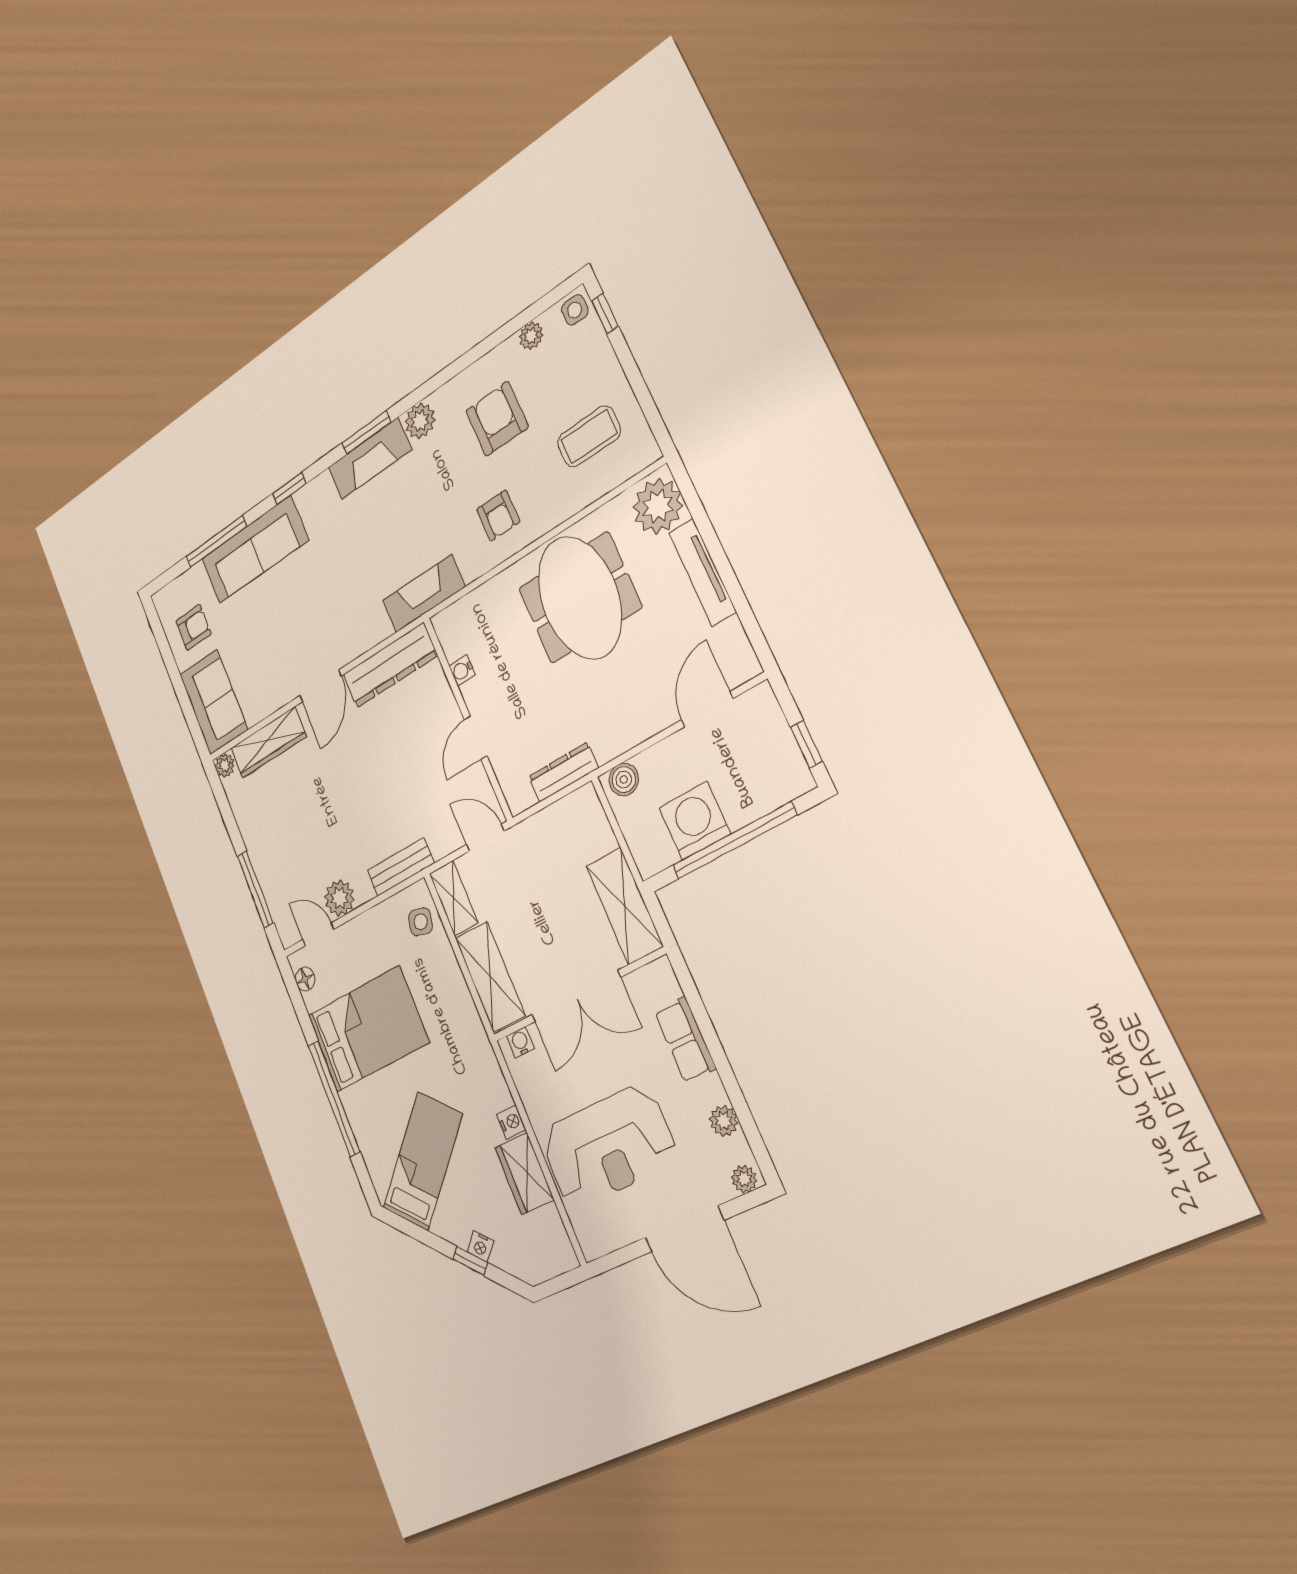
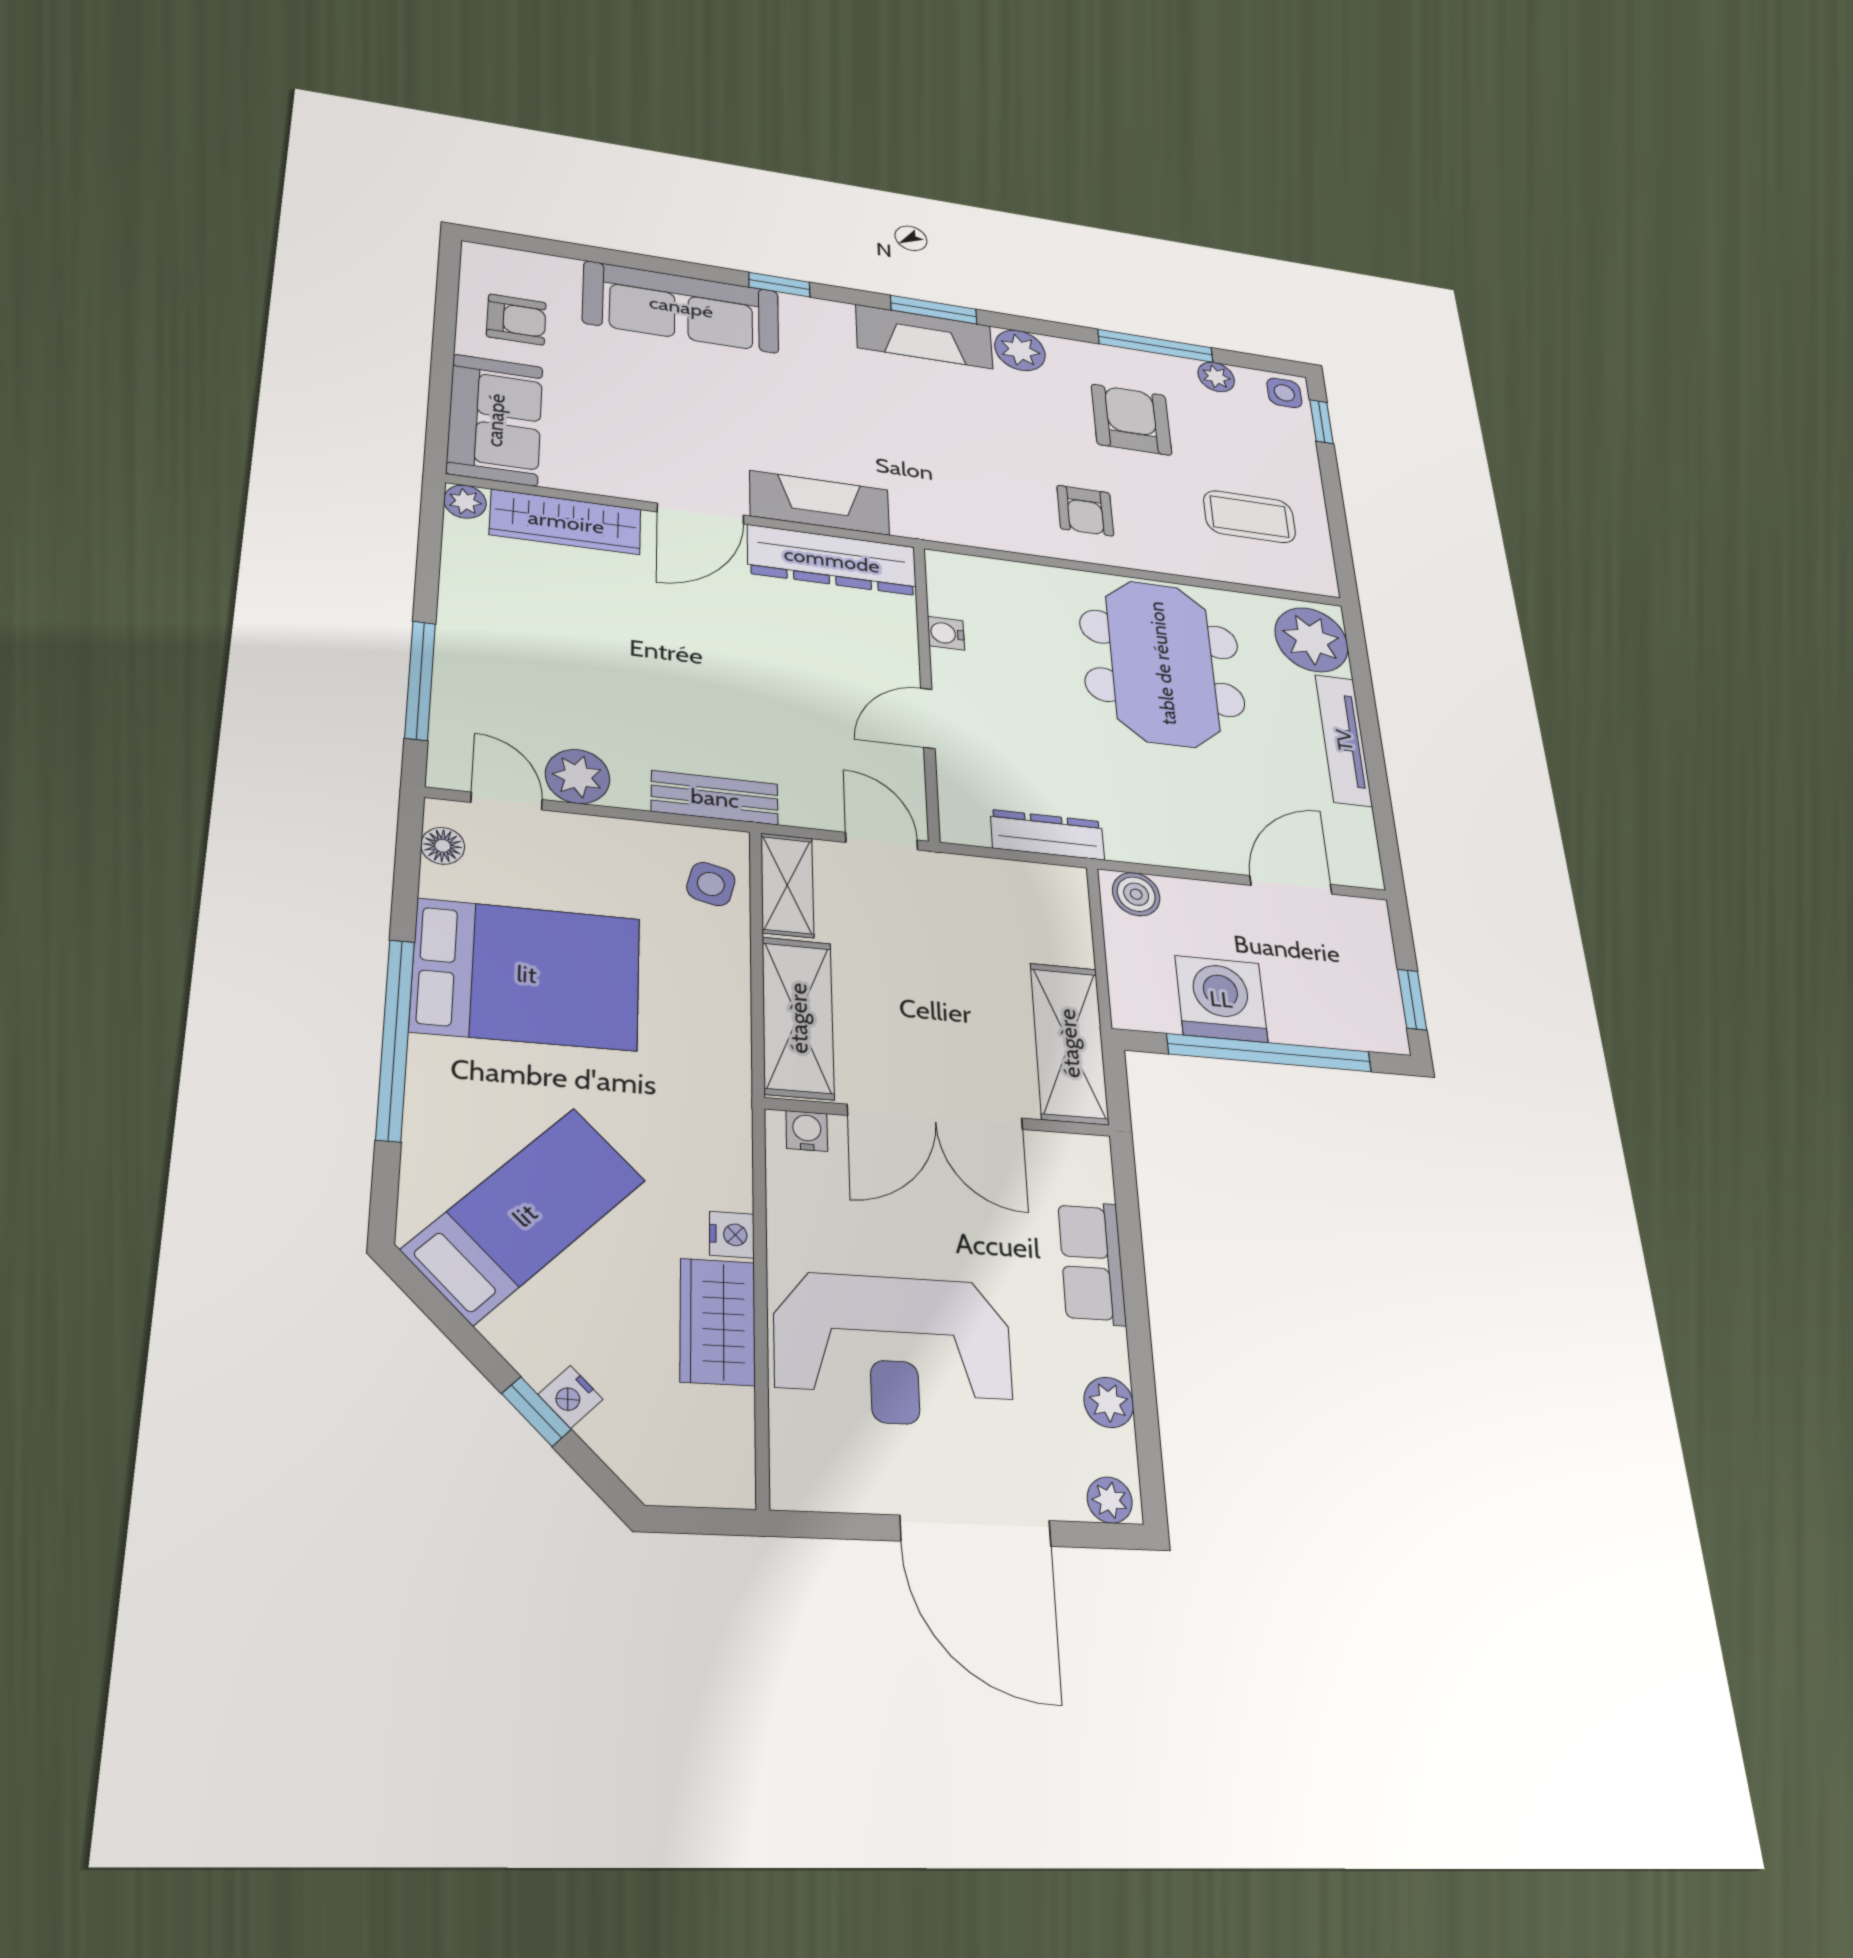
window: (216, 541) -> (1156, 346), moved
fireplace: (424, 594) -> (820, 503), moved

